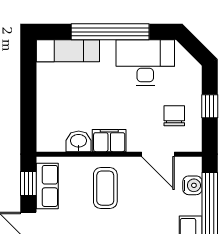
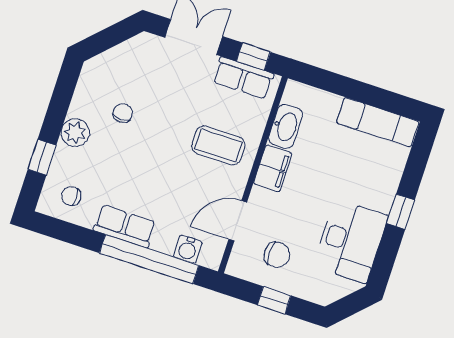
window: (110, 32) -> (401, 212), width x0.32
exam couch: (68, 51) -> (378, 122), moved, turned -90
washbasin: (79, 141) -> (286, 126), width x1.38

